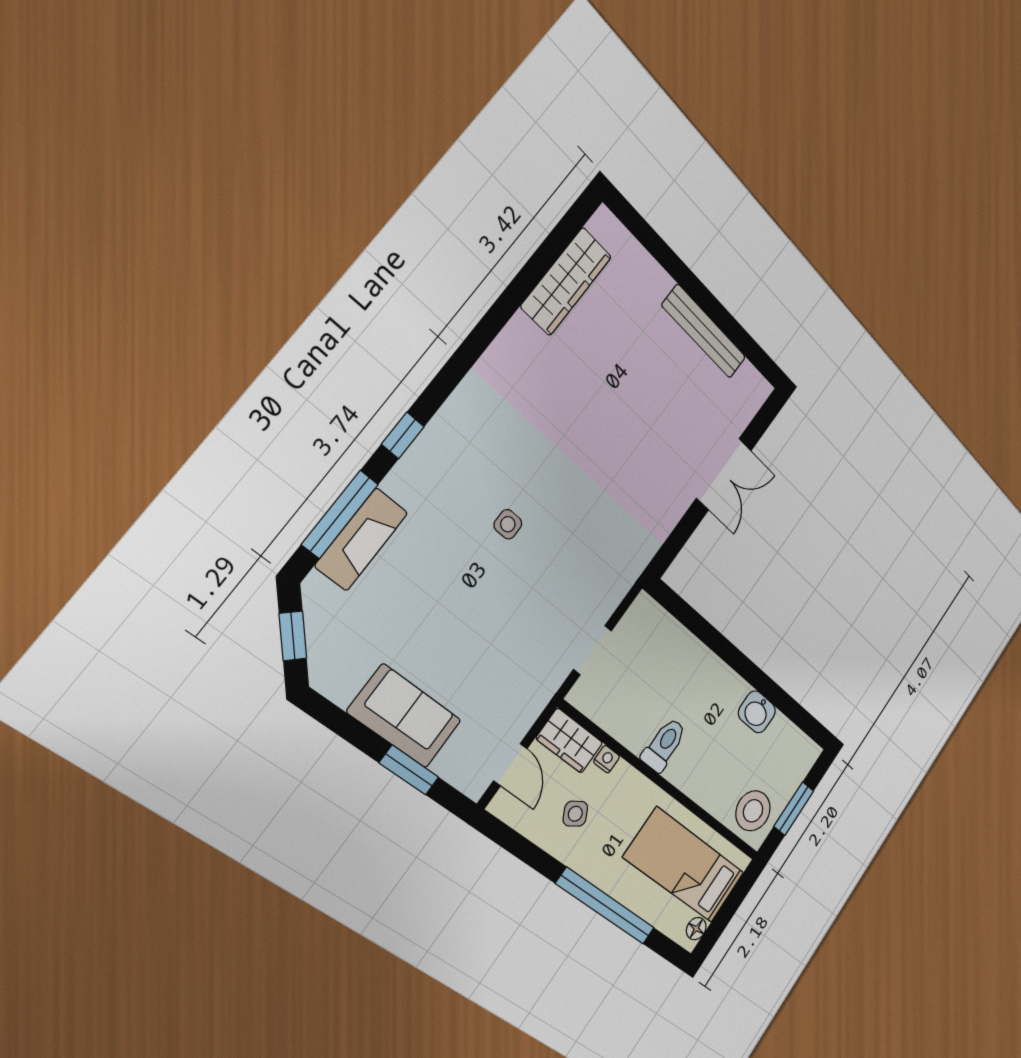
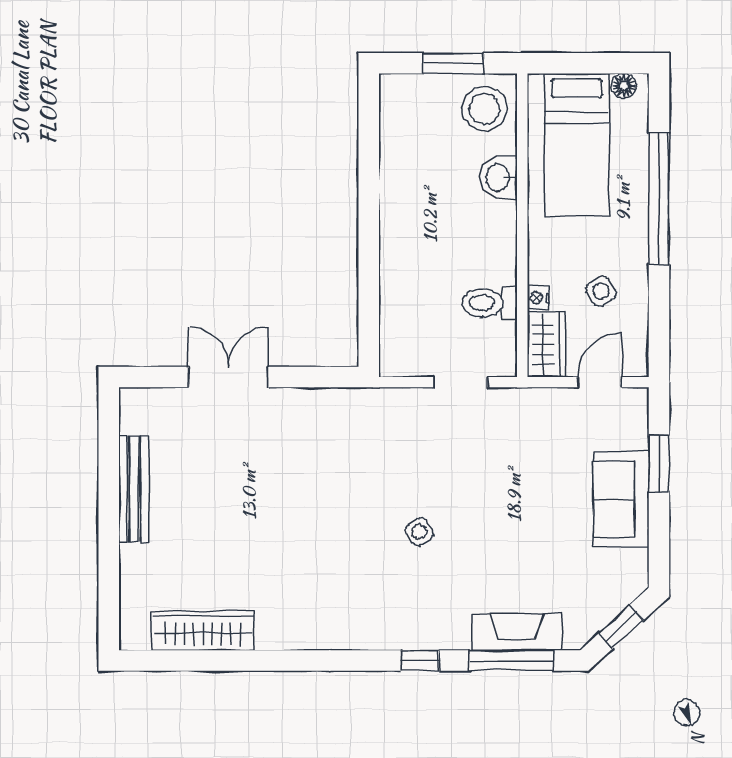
side table: (508, 524) -> (419, 532), turned -35
washbasin: (757, 712) -> (499, 178), moved, turned 180
toilet: (664, 745) -> (490, 303), moved

